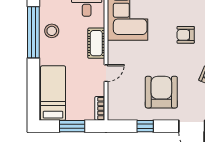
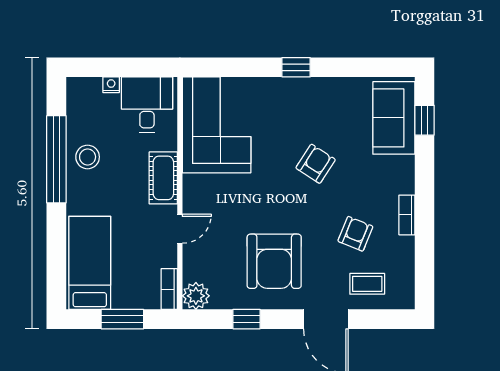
armchair: (186, 35) -> (316, 164), turned 123
armchair: (161, 92) -> (274, 261), turned 180
plant: (115, 112) -> (196, 296), added

